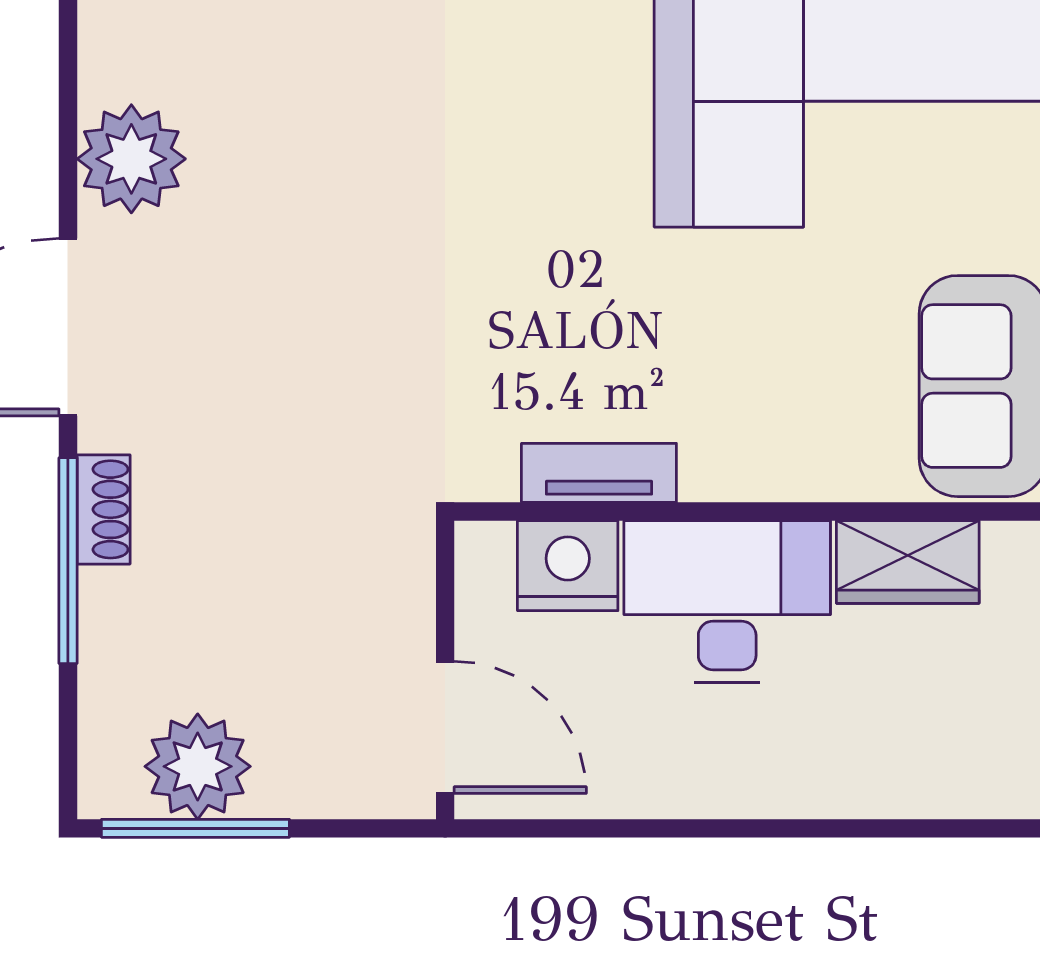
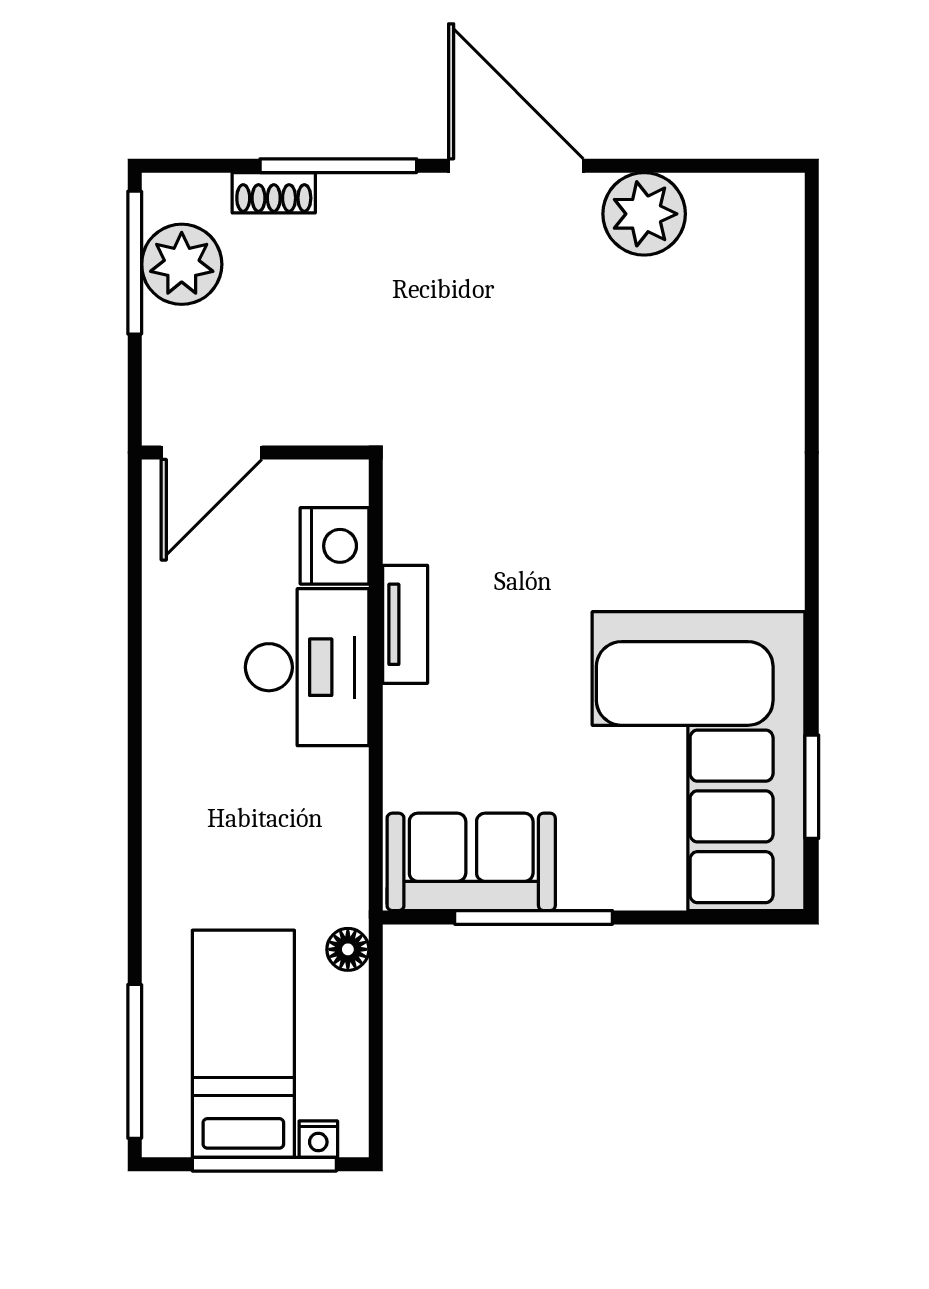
tv unit: (599, 473) -> (405, 624), moved
shoe rack: (104, 509) -> (274, 193), moved
wardrobe: (908, 562) -> (337, 805), removed

